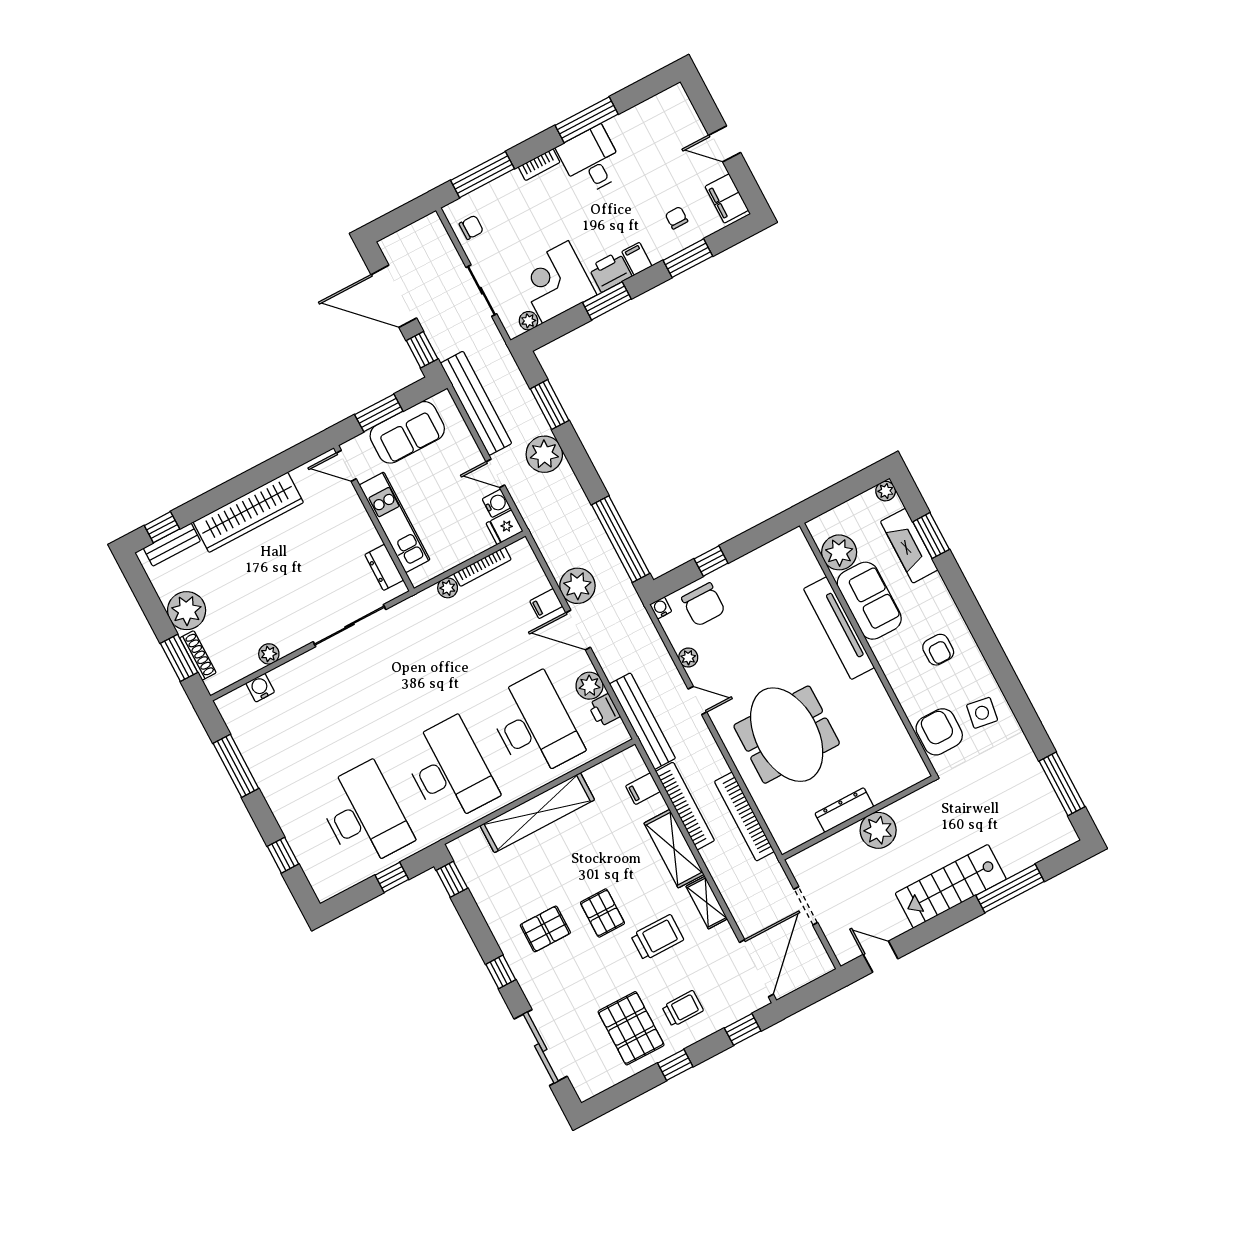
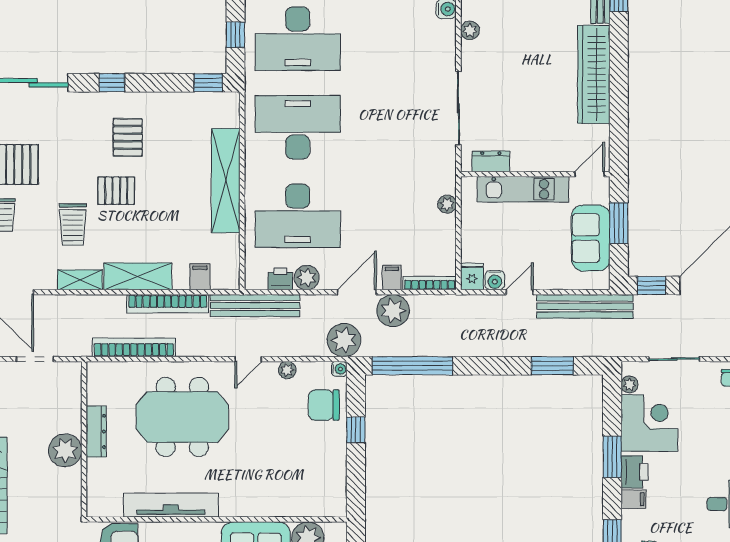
plant: (544, 454) -> (344, 340), moved
bookcase: (482, 567) -> (430, 283), moved, turned 90
tv unit: (839, 628) -> (171, 505), moved
desk: (449, 770) -> (298, 127), turned 180

